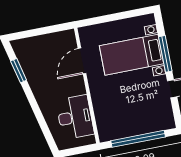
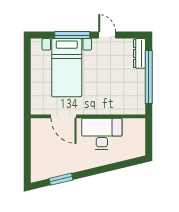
desk: (75, 117) -> (102, 134), moved
dresser: (160, 125) -> (139, 53), added

